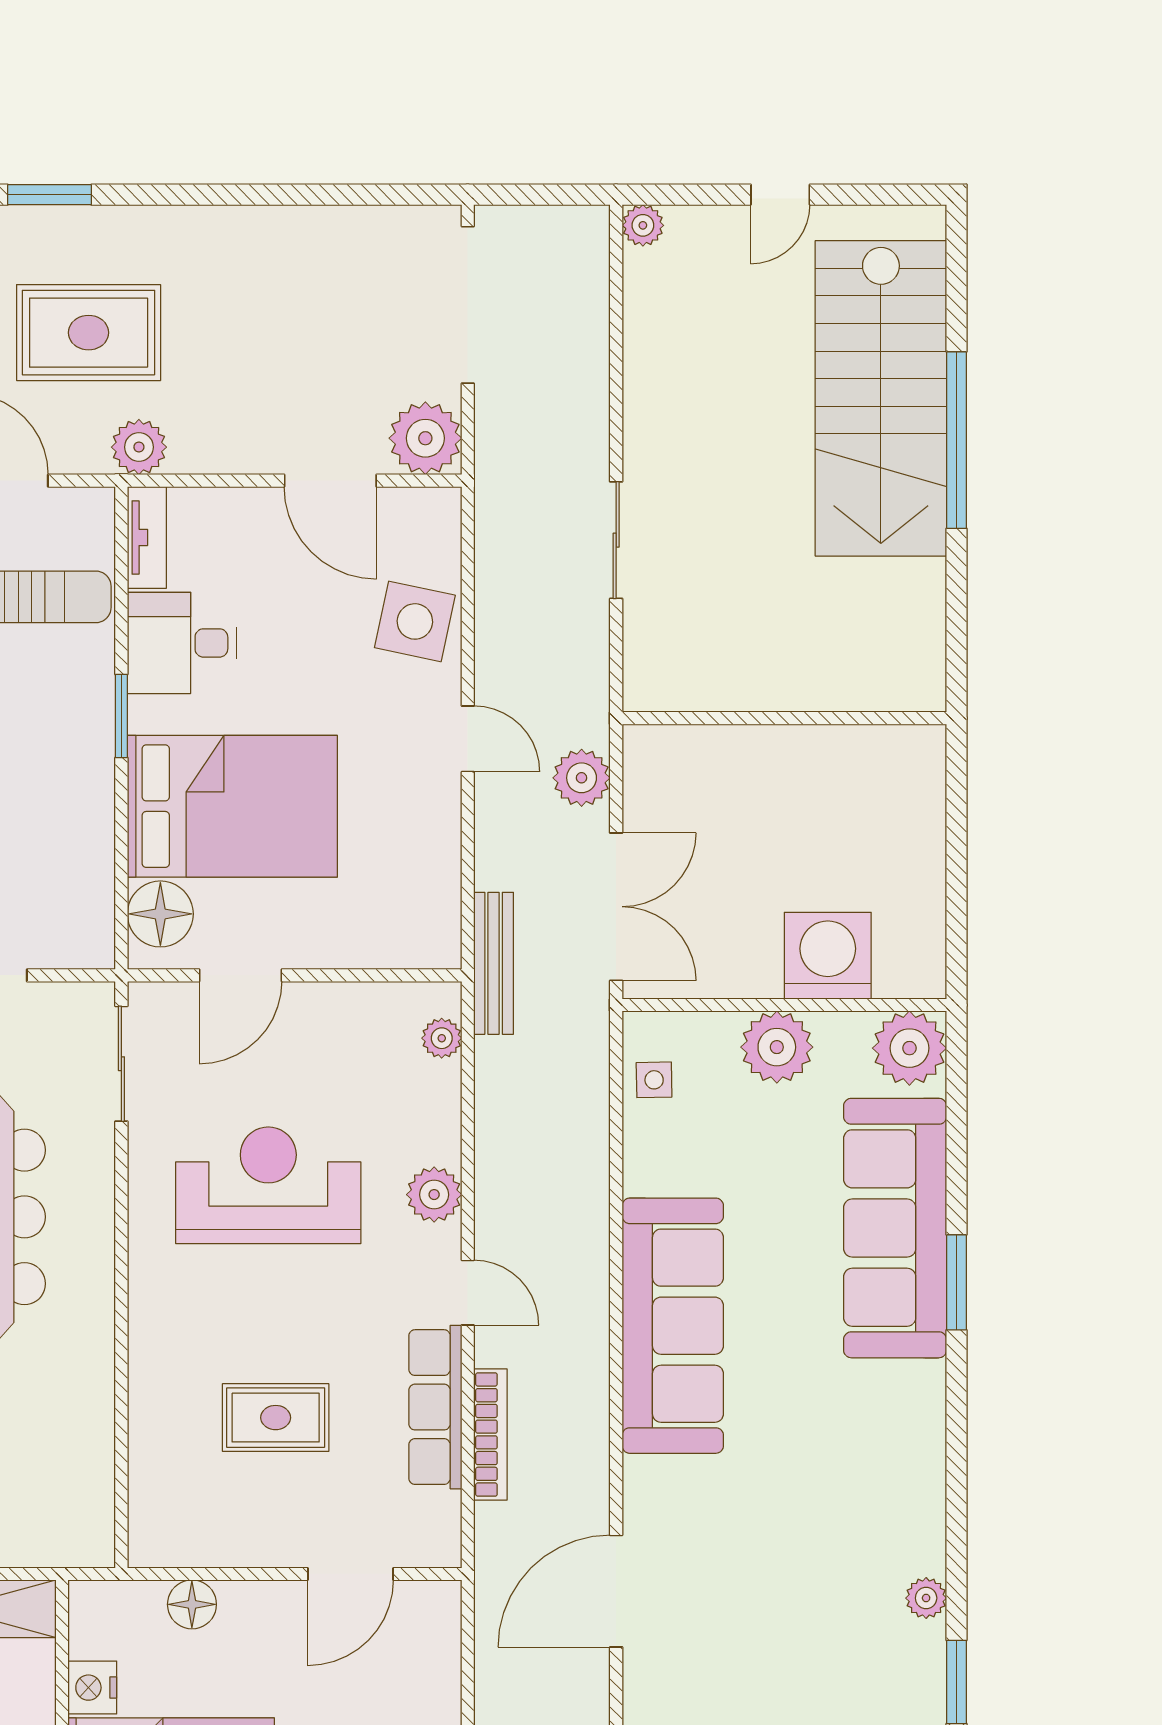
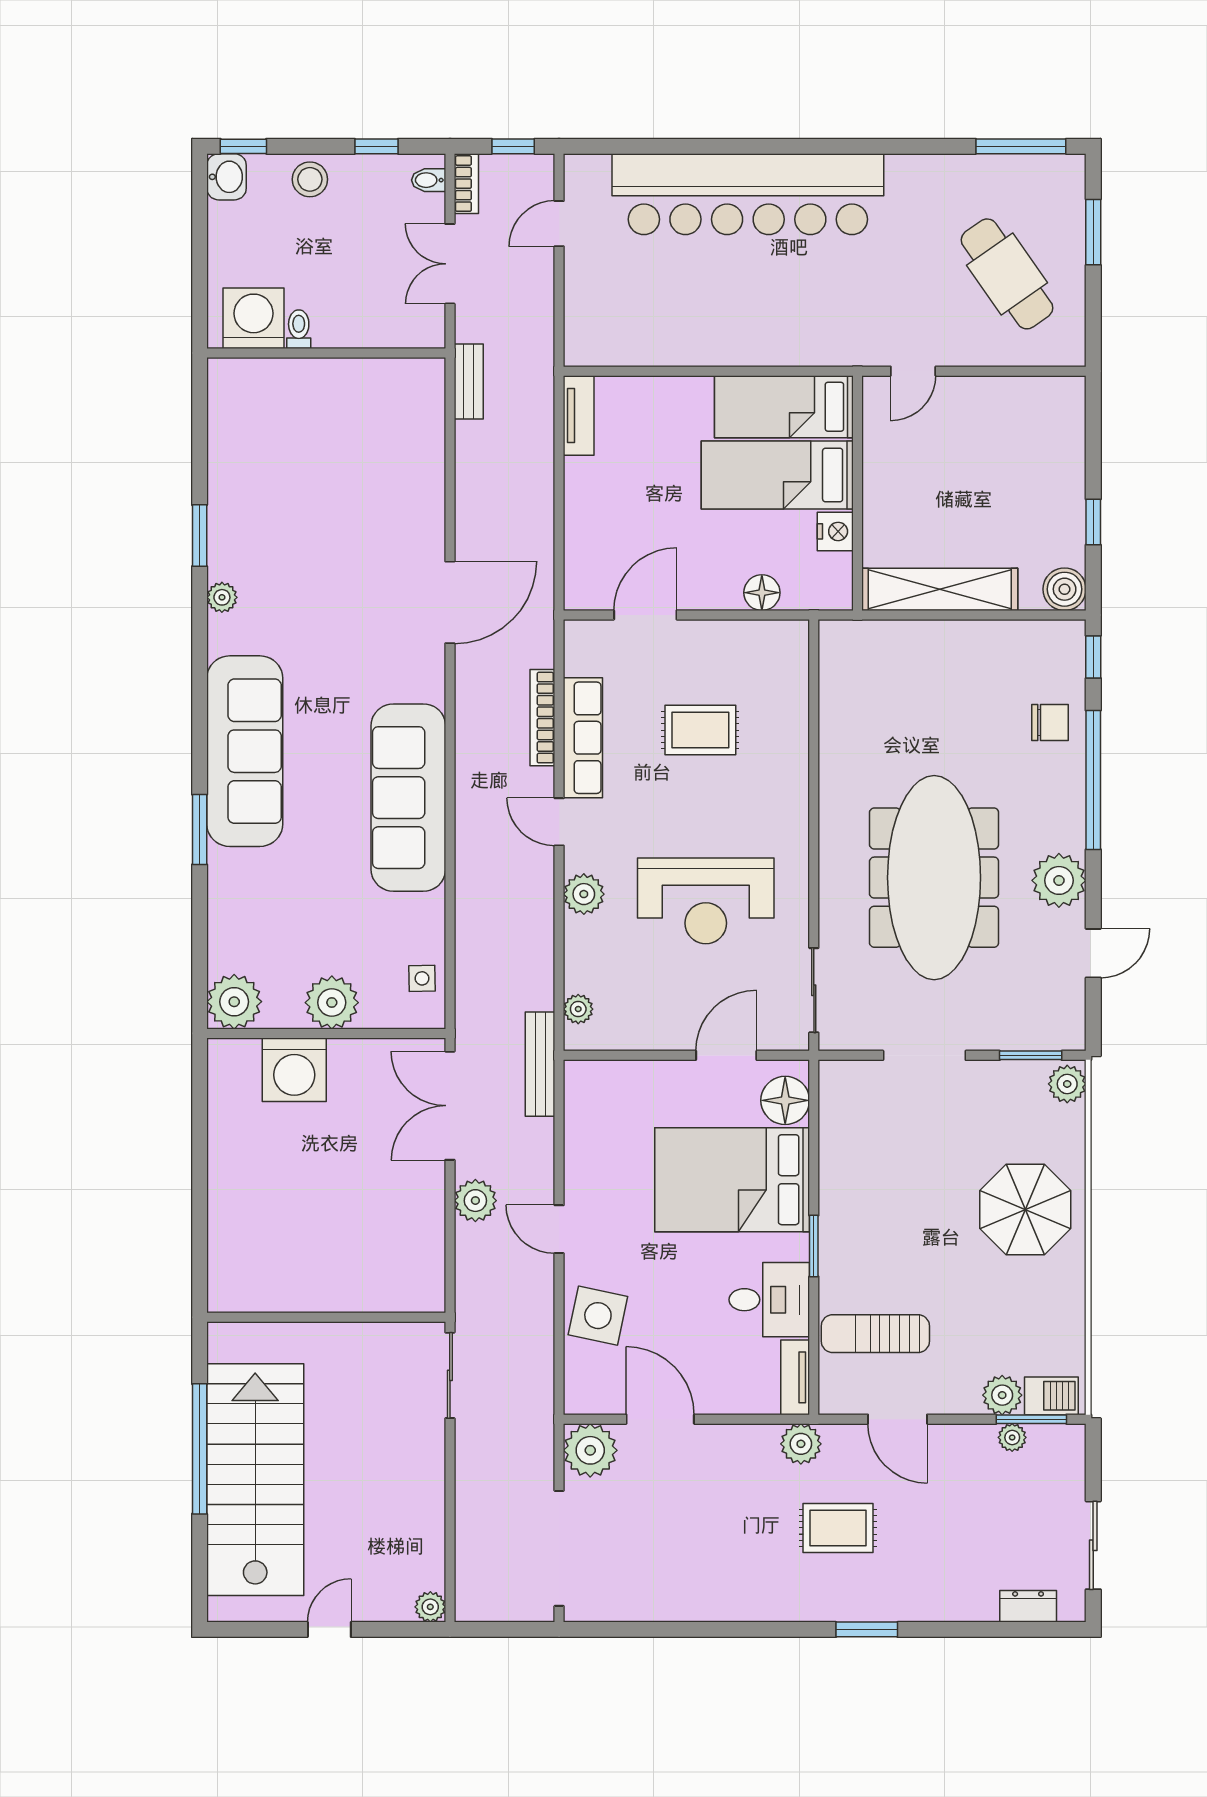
rug: (89, 333) -> (838, 1528), width x0.73, depth x0.70
wall: (784, 718) -> (326, 1317), moved
sofa: (895, 1228) -> (245, 751), moved

